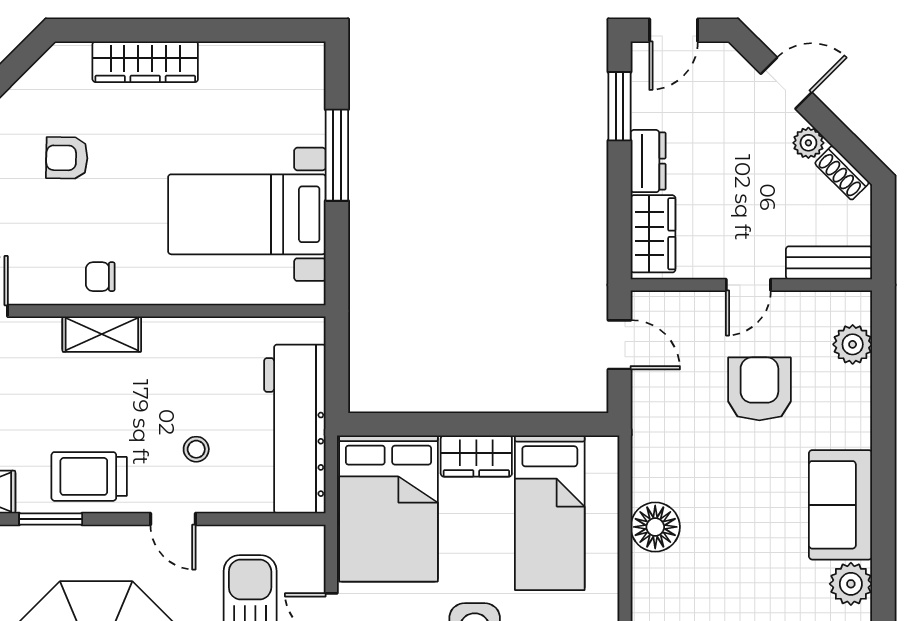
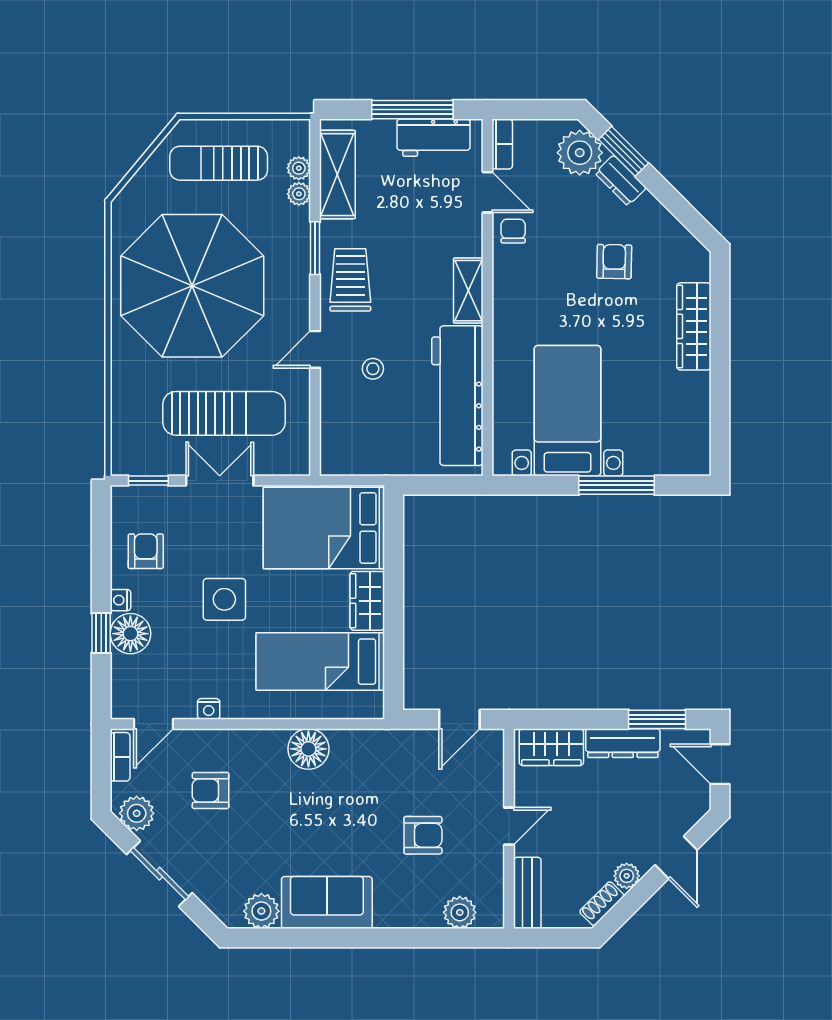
dresser: (648, 161) -> (623, 743), width x1.44
chair: (100, 277) -> (513, 231), moved
door: (748, 285) -> (509, 826), swing flipped
armchair: (759, 389) -> (423, 835), width x0.72, depth x0.72
workbench: (295, 429) -> (457, 396), moved, turned -90

